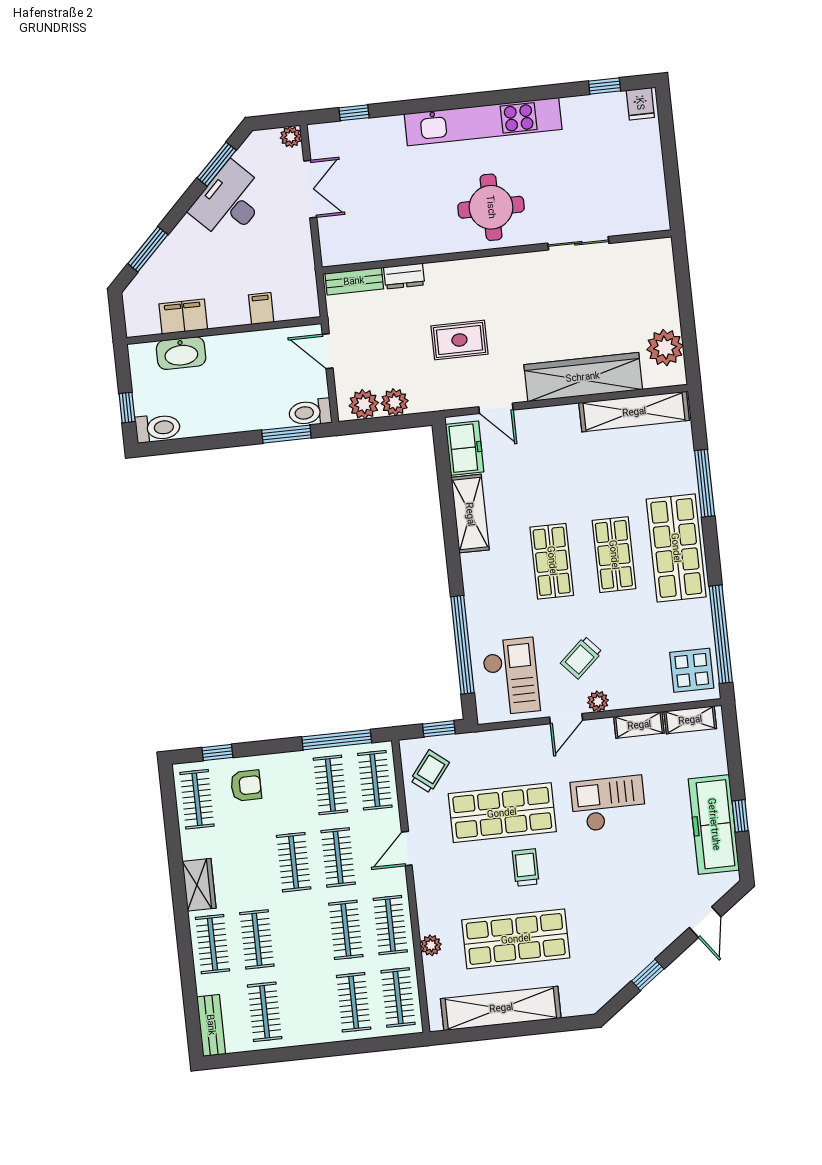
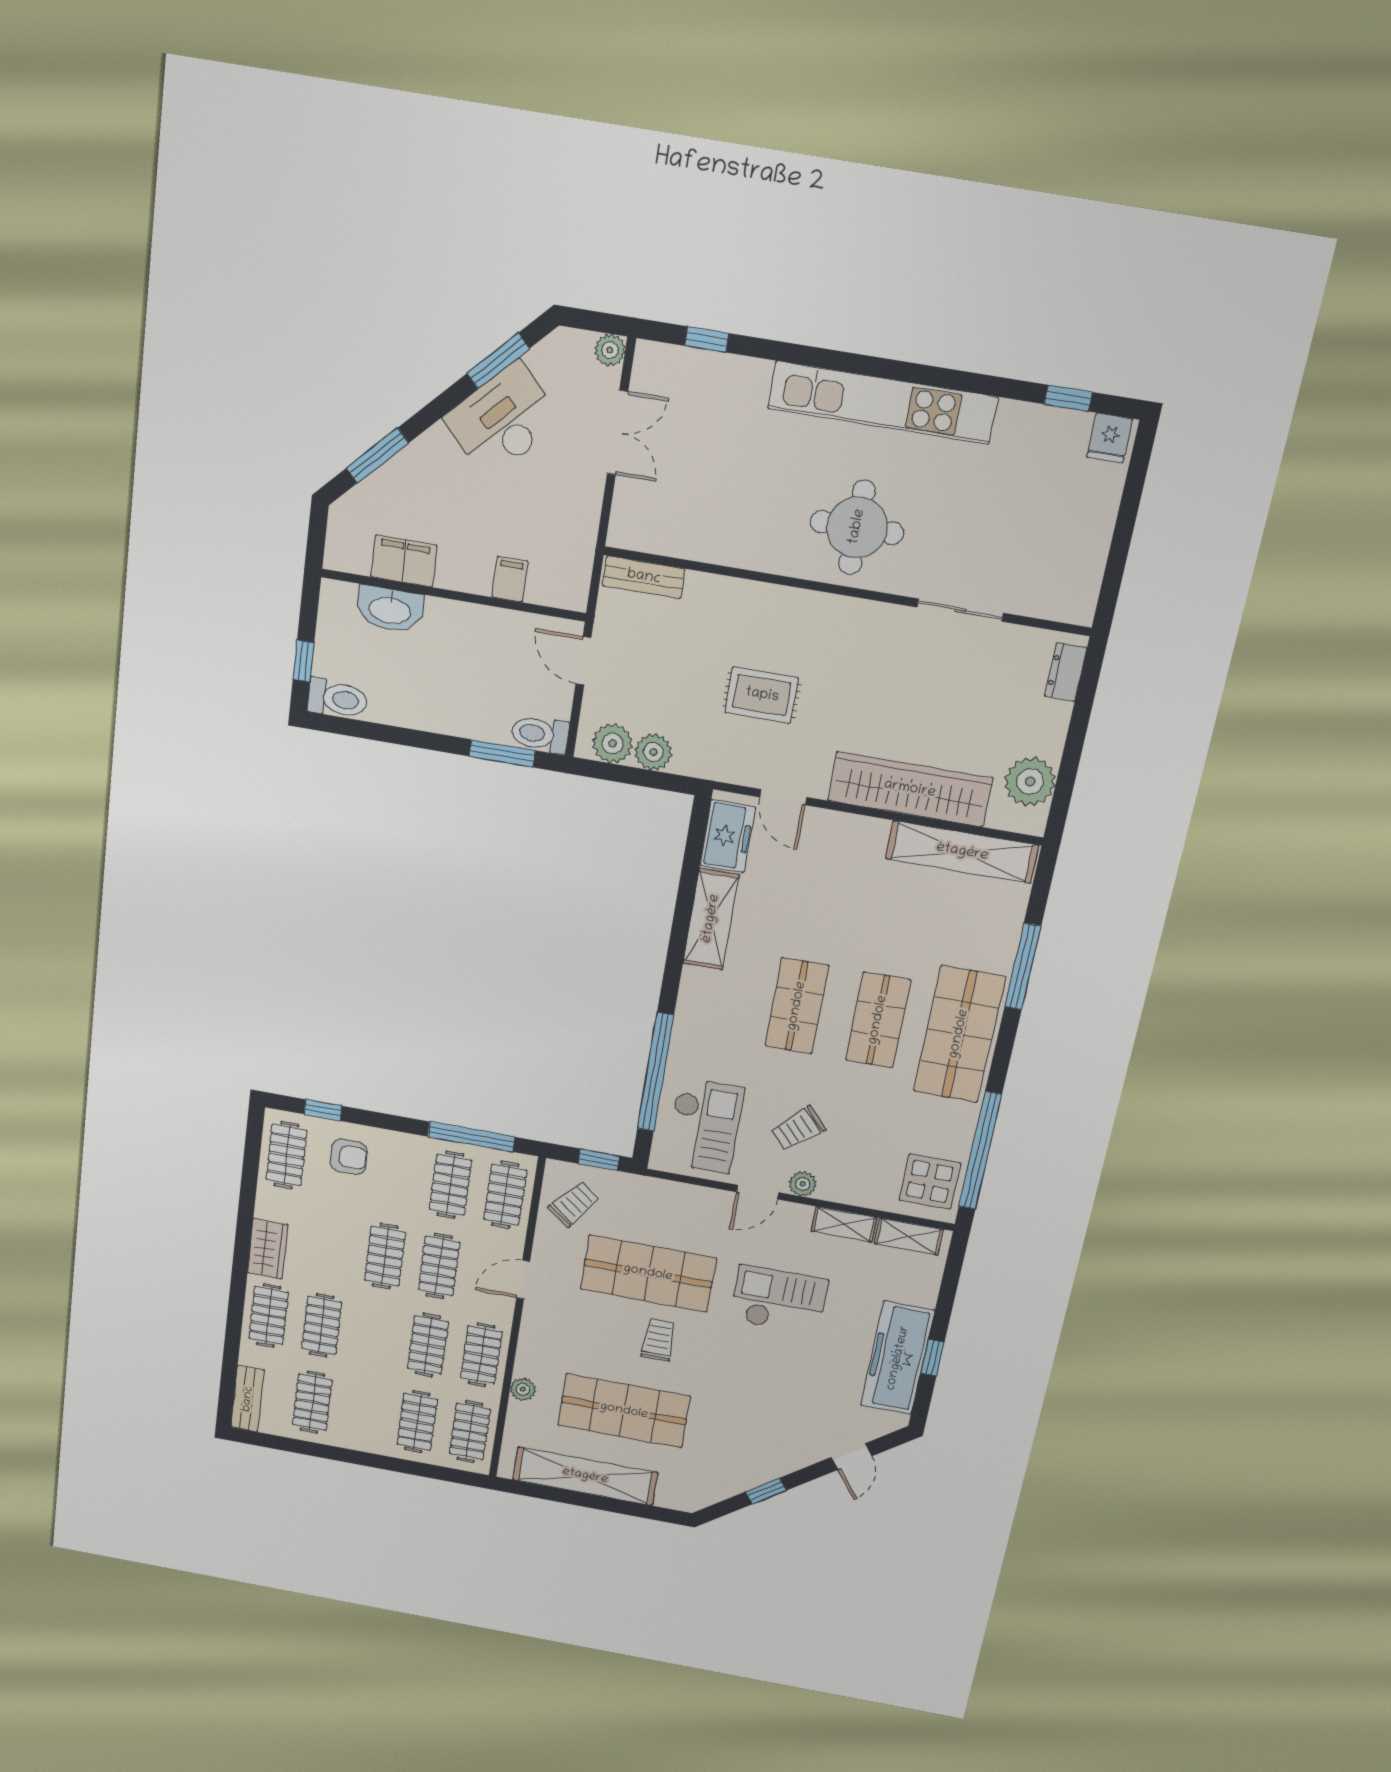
dresser: (404, 276) -> (1066, 672), moved, turned 90

